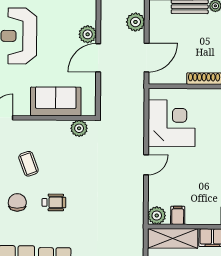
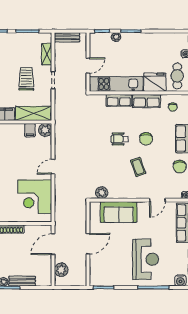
plant: (88, 34) -> (96, 261), removed

